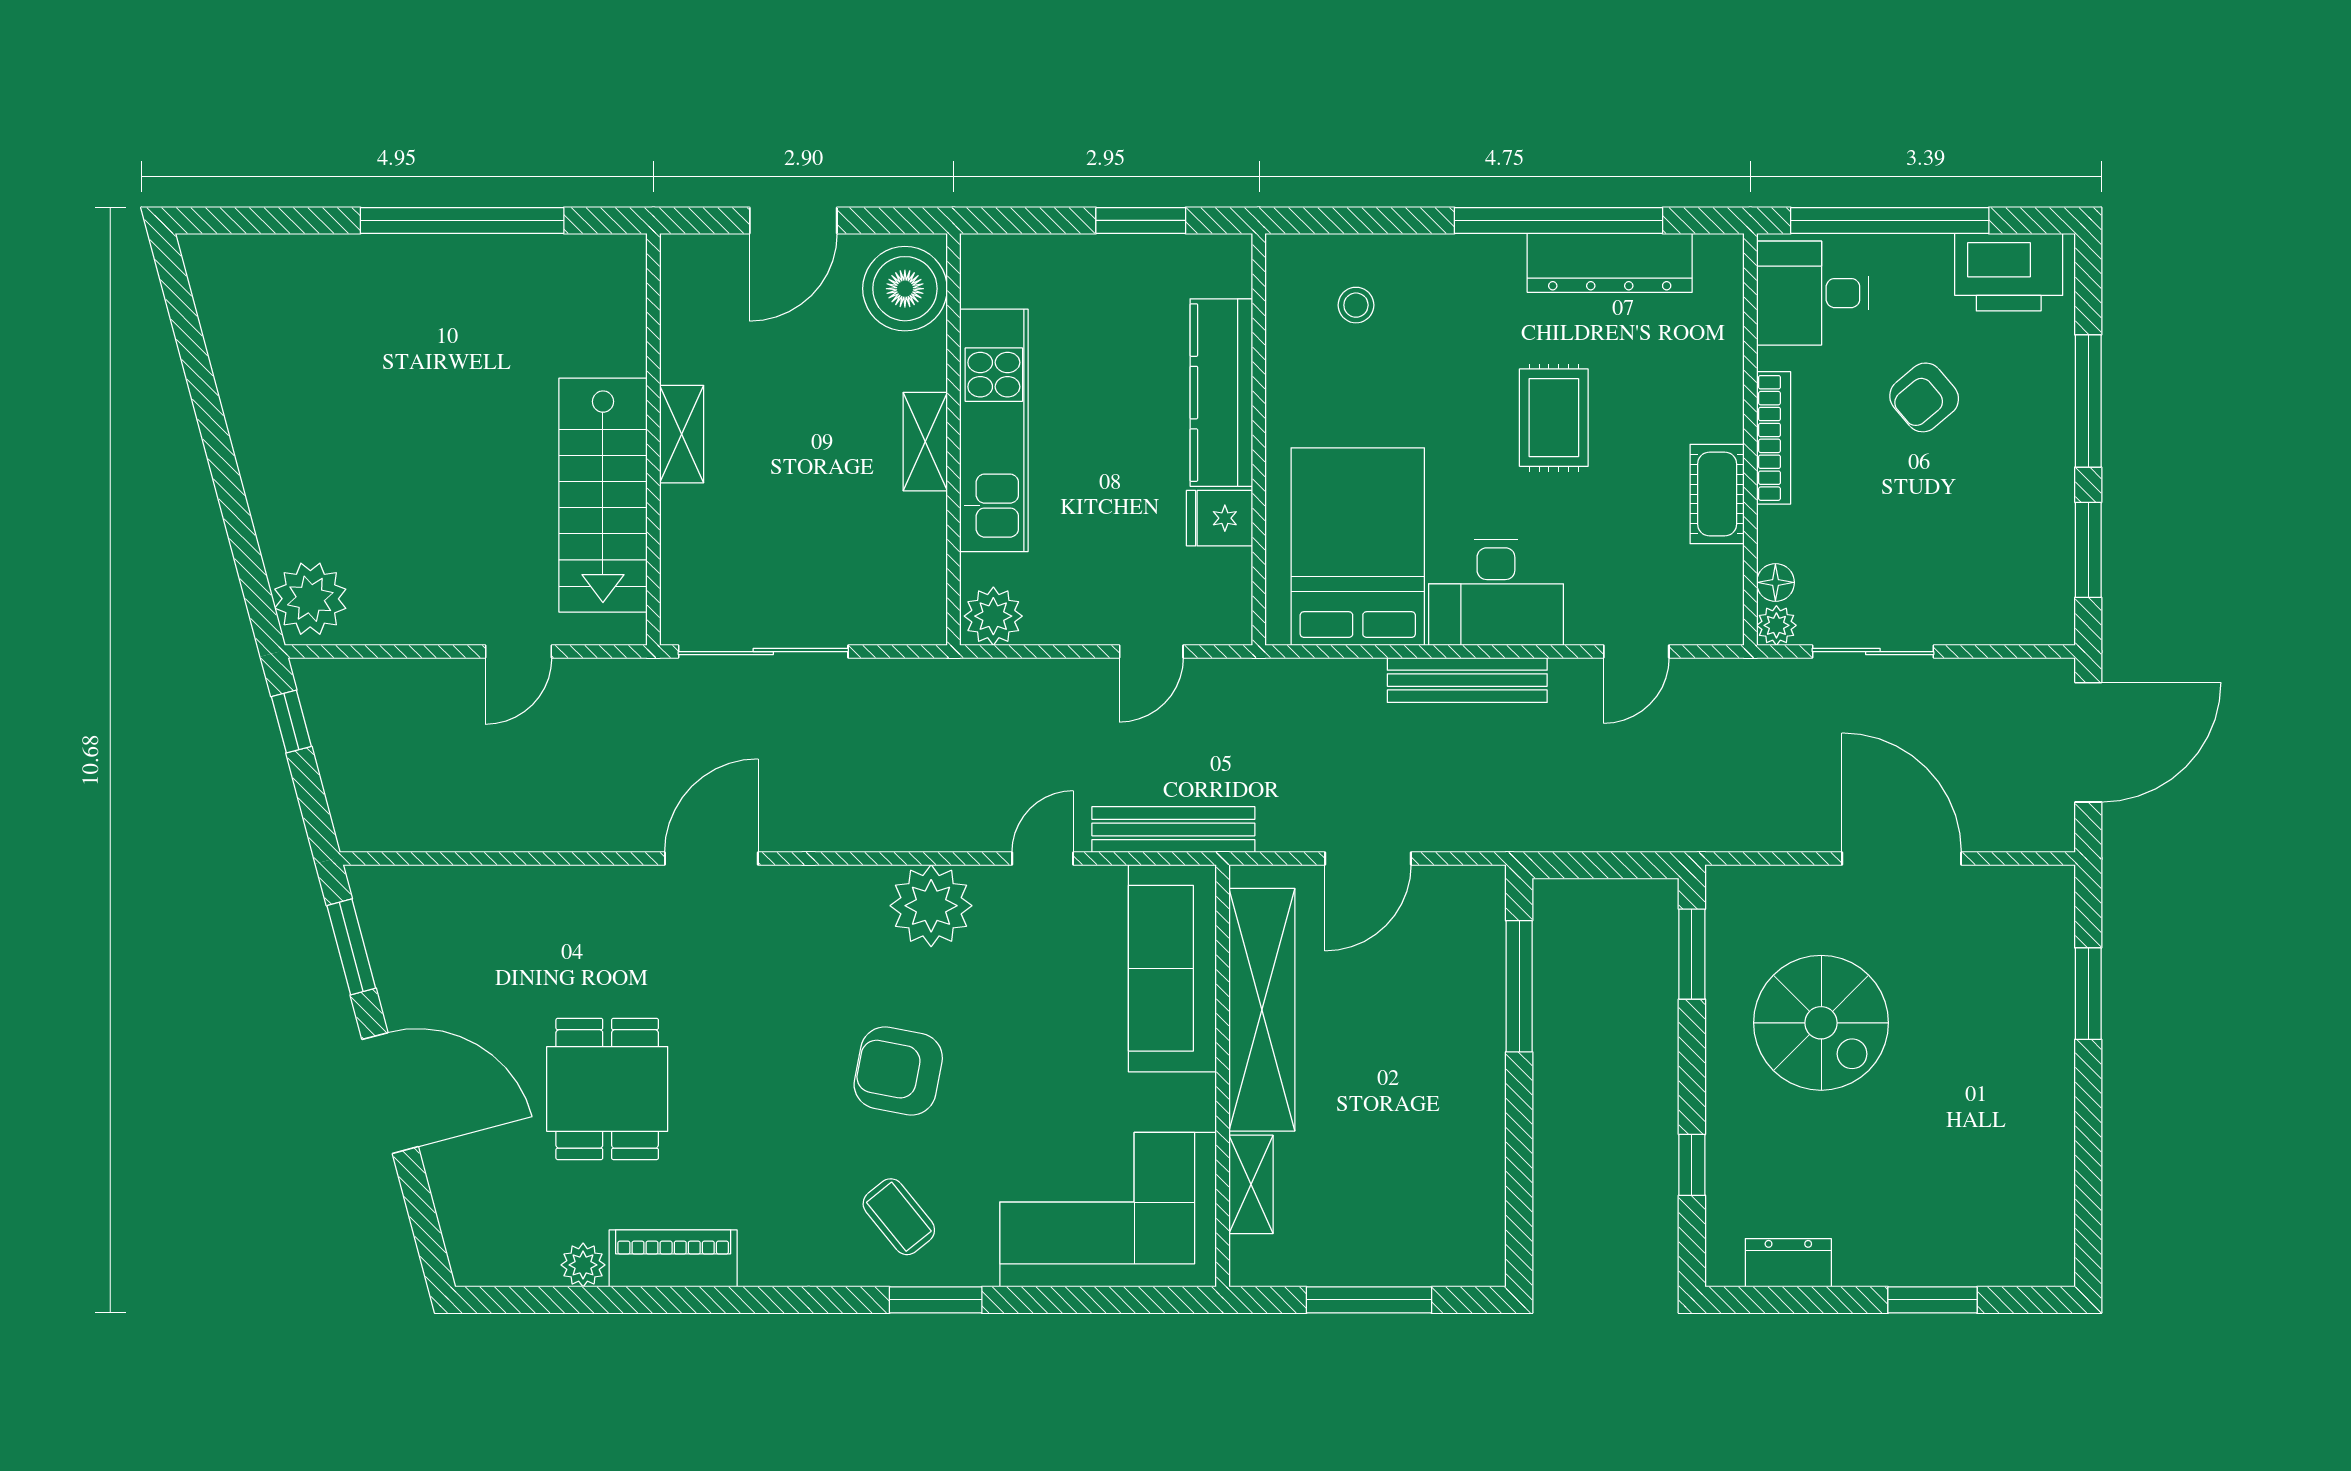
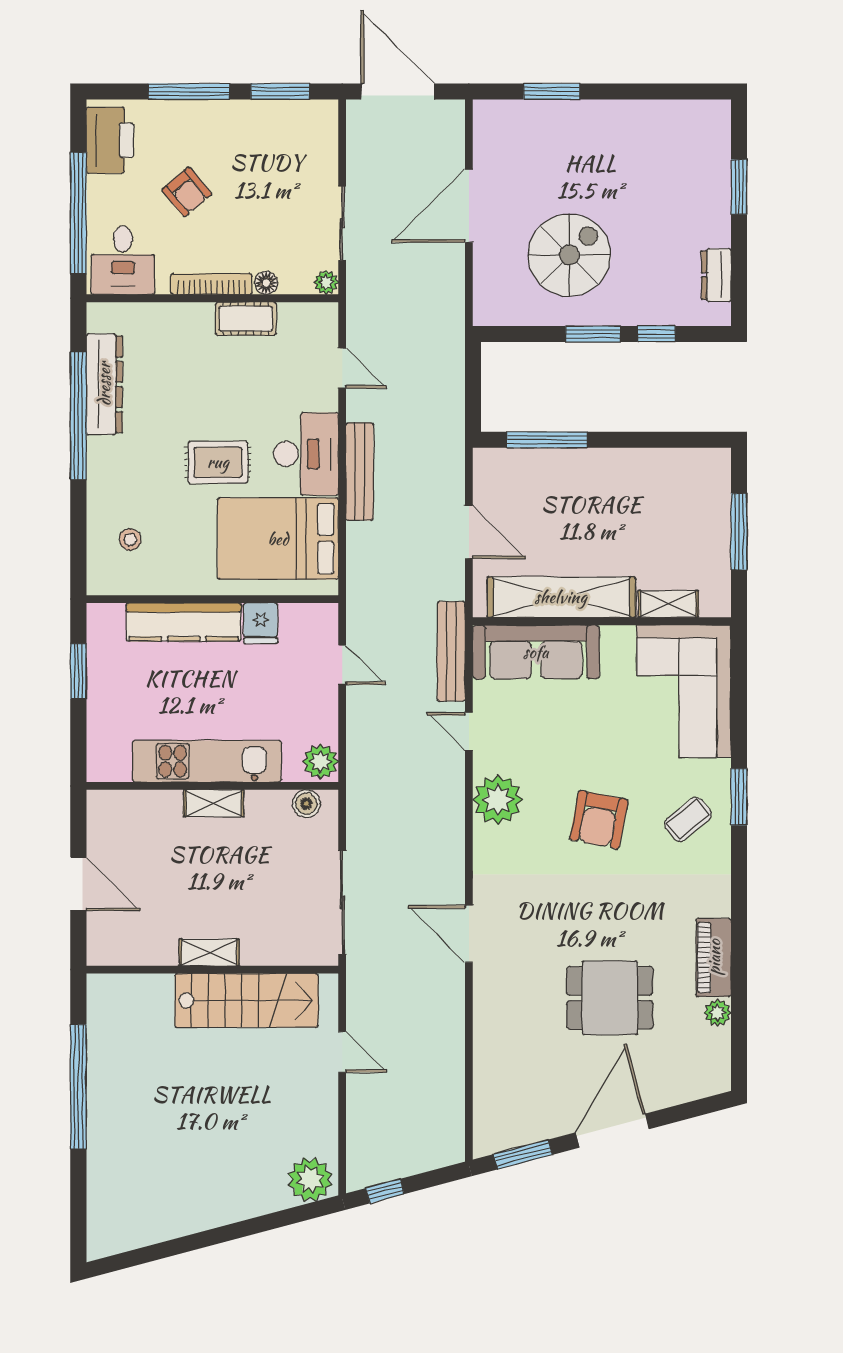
boiler: (905, 289) -> (306, 804), moved, width x0.54, depth x0.54
rug: (1554, 418) -> (218, 462), moved
floor lamp: (1775, 582) -> (266, 283), moved
window: (1692, 954) -> (593, 334), moved

